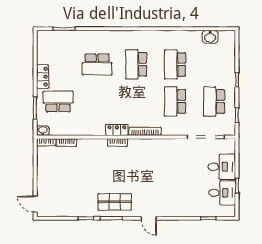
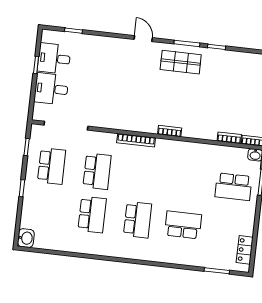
washbasin: (210, 37) -> (26, 238), moved, turned 90
locker: (43, 77) -> (245, 250), moved
locker: (117, 130) -> (169, 146), removed

